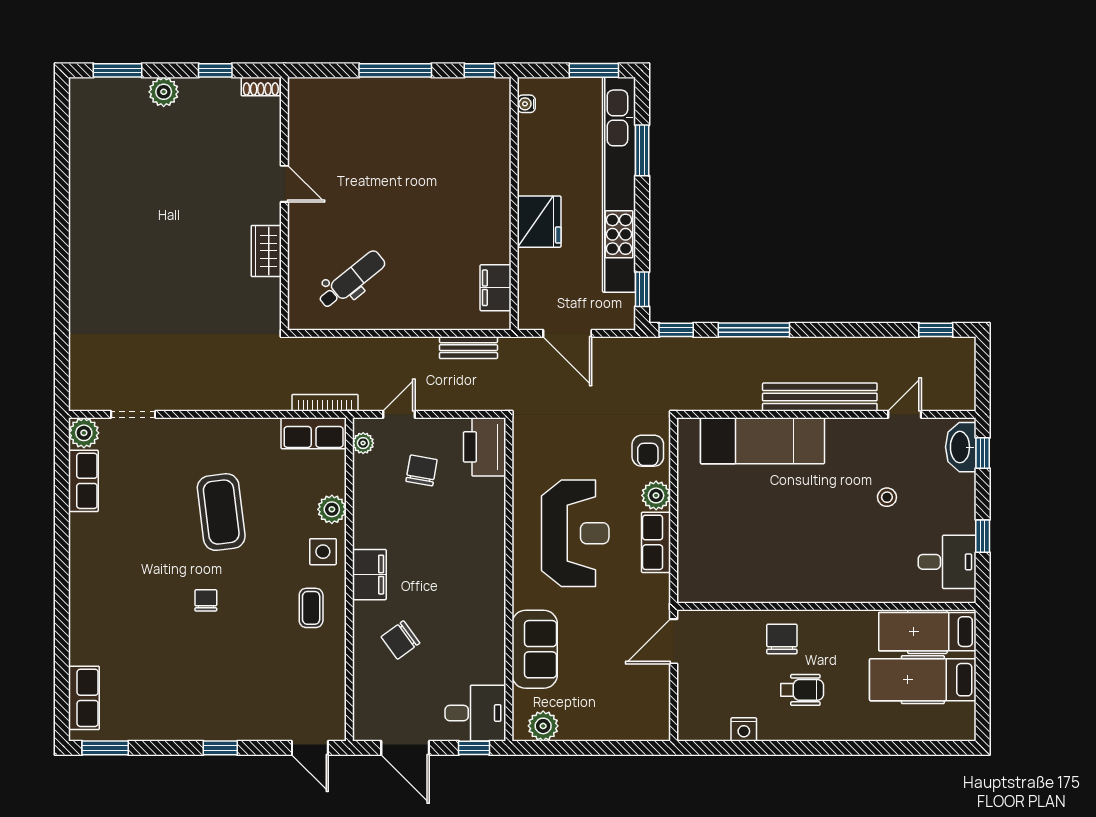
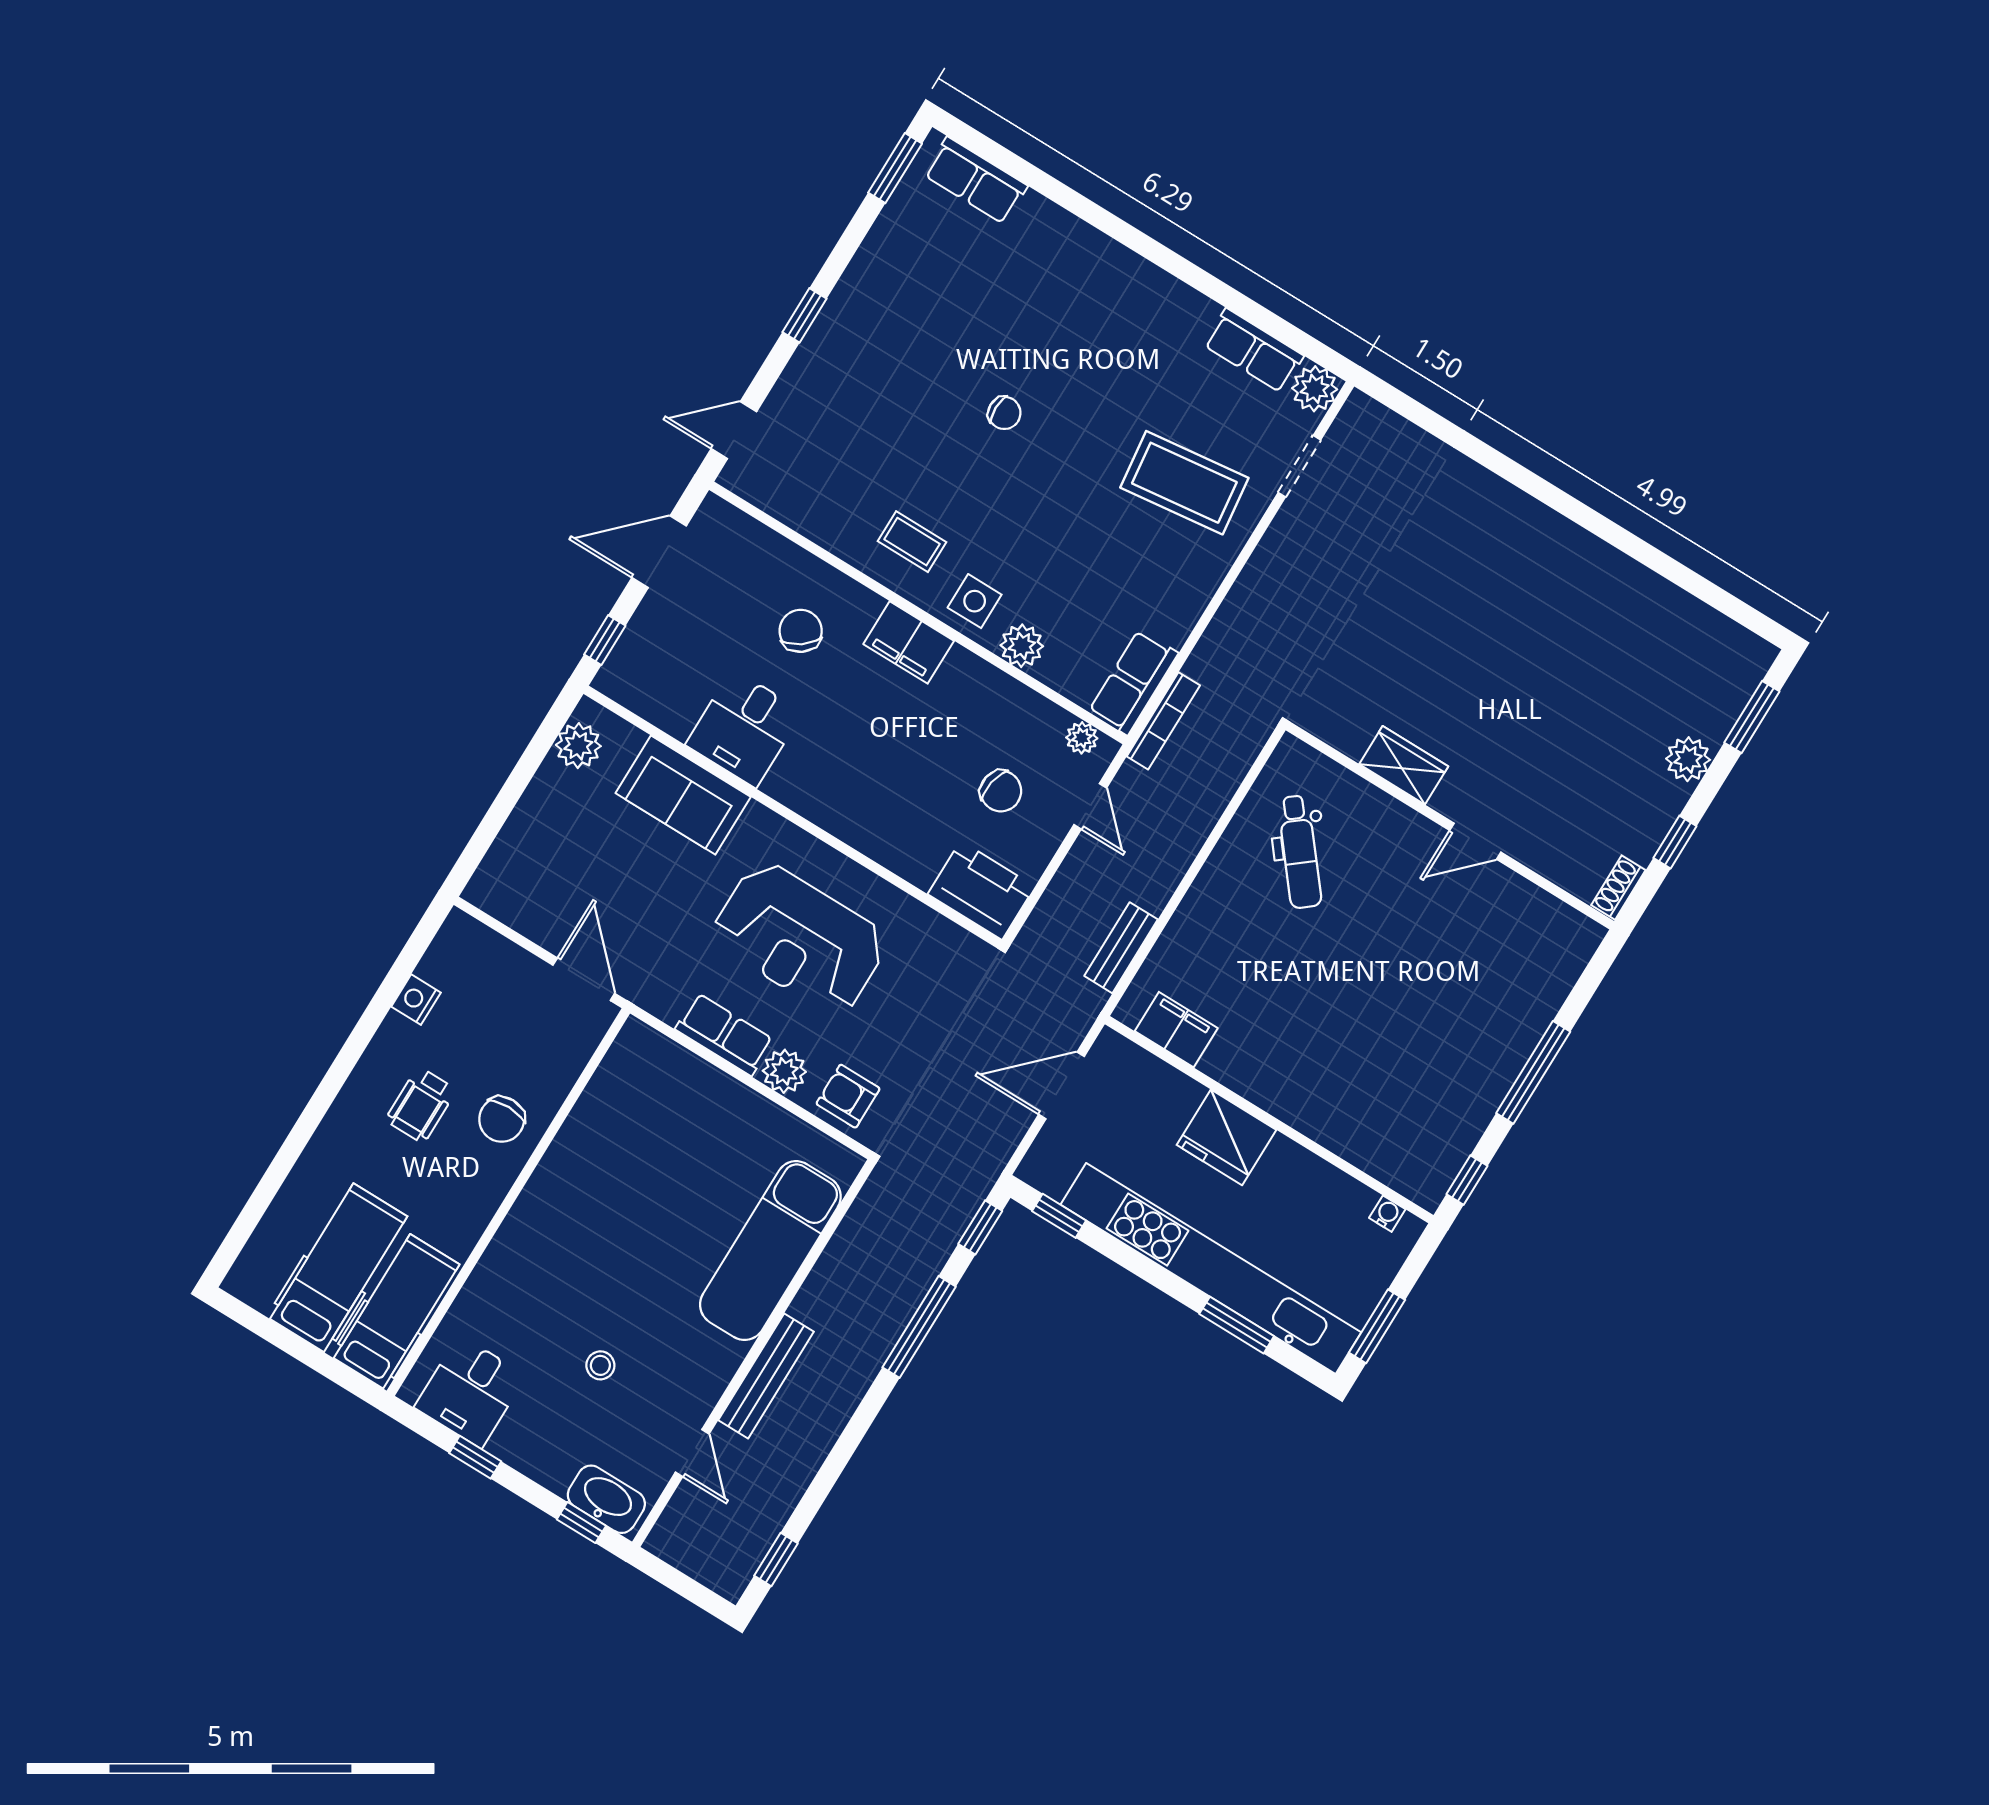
bench: (820, 397) -> (766, 1376), width x0.73, depth x0.82
coffee table: (221, 512) -> (1184, 483), moved
chair: (782, 639) -> (502, 1119), turned 90
desk: (475, 713) -> (744, 728), moved

